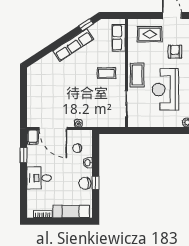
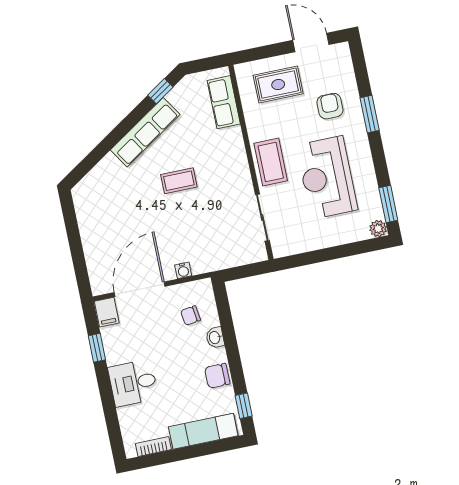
coffee table: (106, 73) -> (179, 181), moved
door: (53, 129) -> (140, 289), swing flipped
window: (96, 183) -> (244, 406), moved

